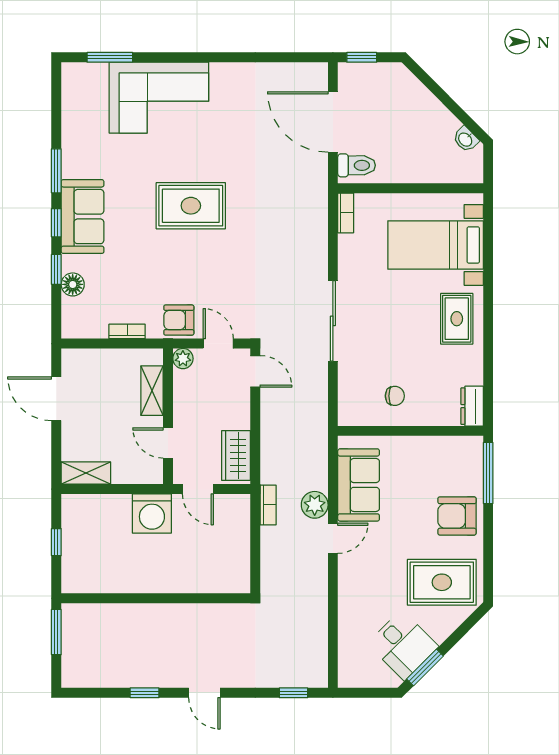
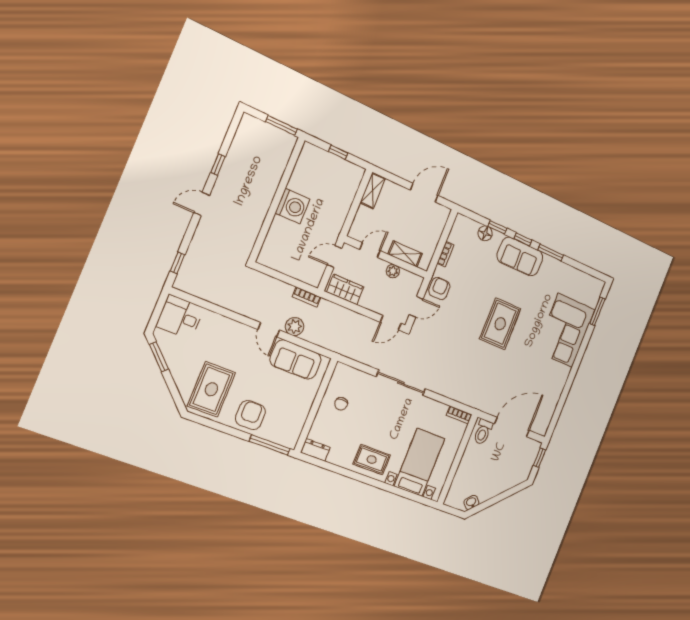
plant: (183, 359) -> (393, 271), moved
washing machine: (152, 514) -> (293, 206), moved, turned 180
desk: (403, 645) -> (180, 317), moved, turned 45

